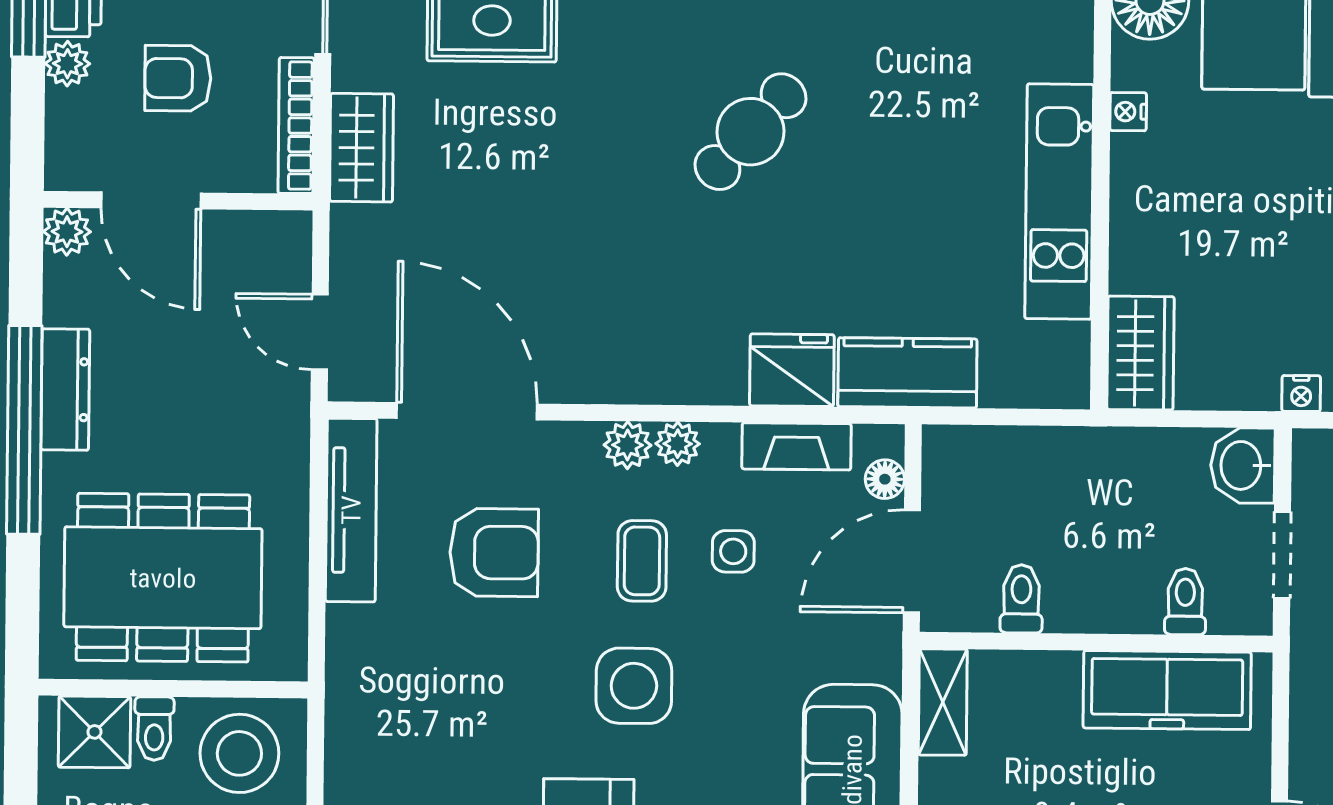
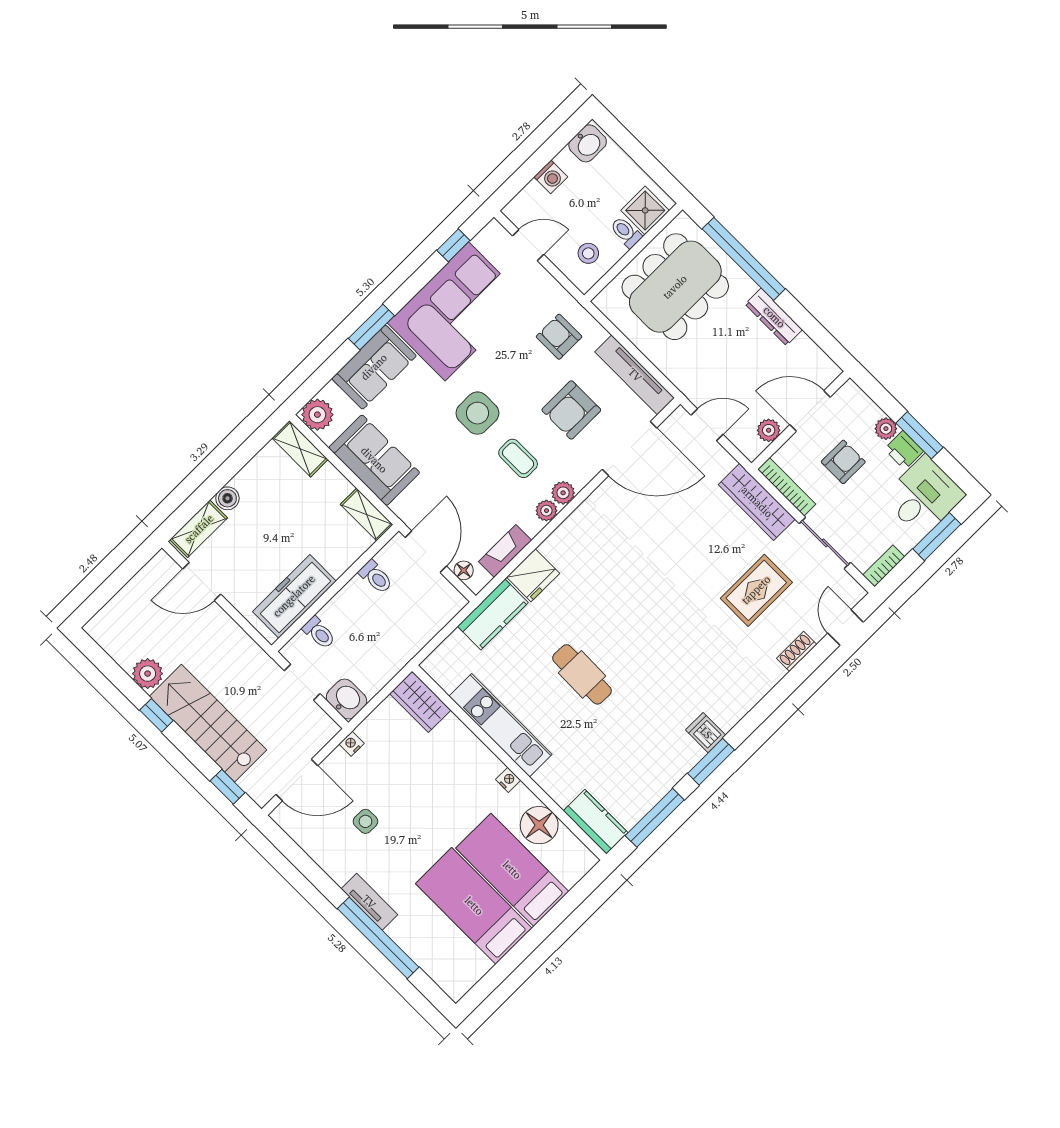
cafe table: (750, 132) -> (582, 674), moved, turned -41
wardrobe: (362, 148) -> (757, 502), width x1.50
plant: (67, 232) -> (769, 430), moved
window: (24, 430) -> (744, 259), moved
side table: (733, 551) -> (490, 493), removed
armchair: (404, 676) -> (559, 337), added
stool: (239, 753) -> (588, 253), width x0.53, depth x0.53

